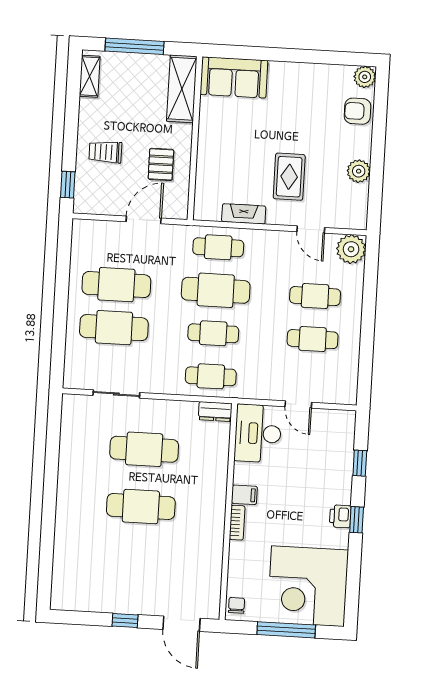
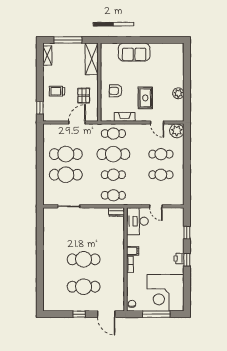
sofa: (234, 77) -> (134, 52), moved
plant: (365, 77) -> (179, 48), removed
armchair: (358, 111) -> (116, 91), moved
cafe table: (144, 449) -> (84, 287), moved

